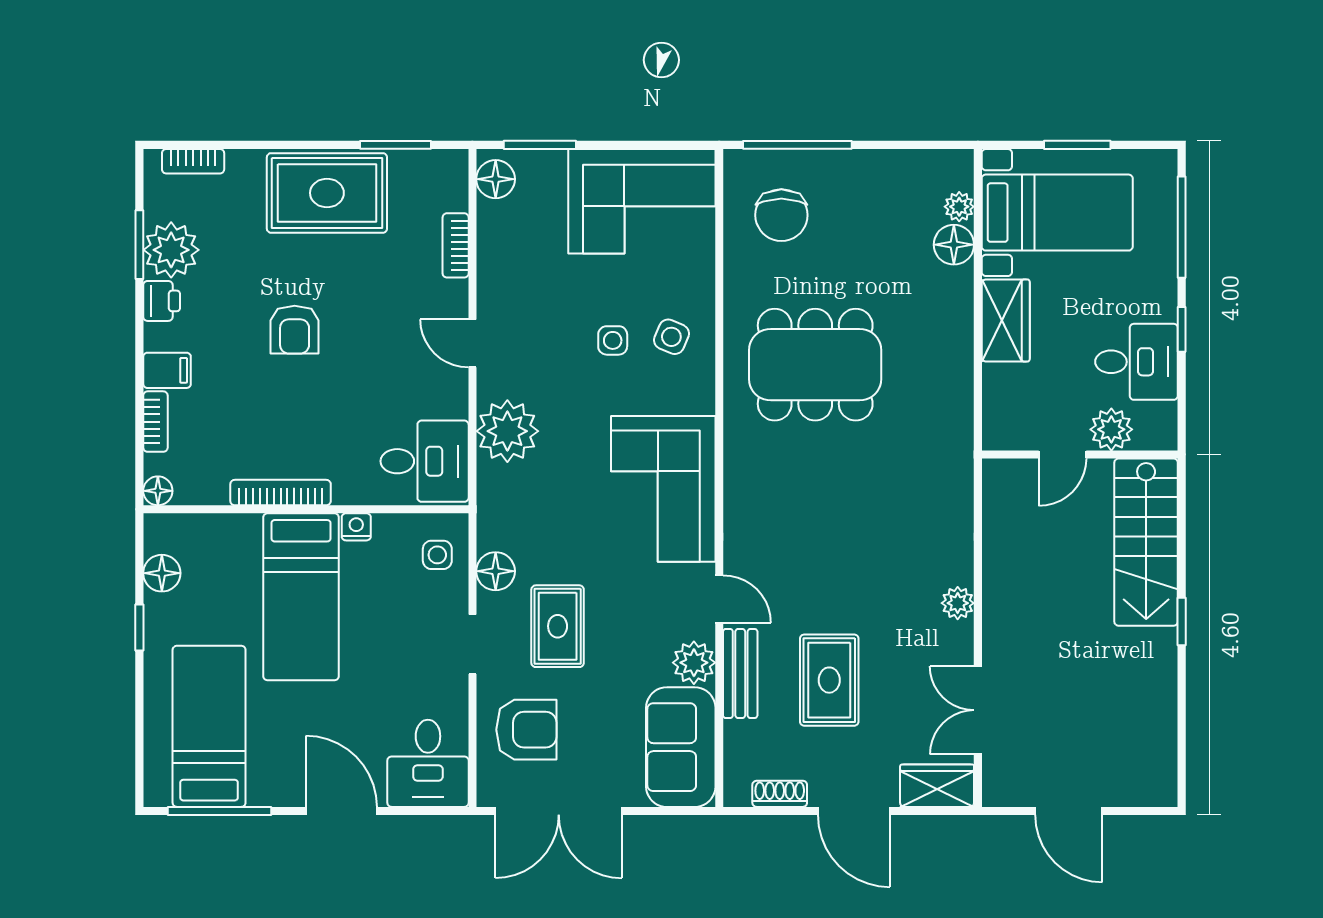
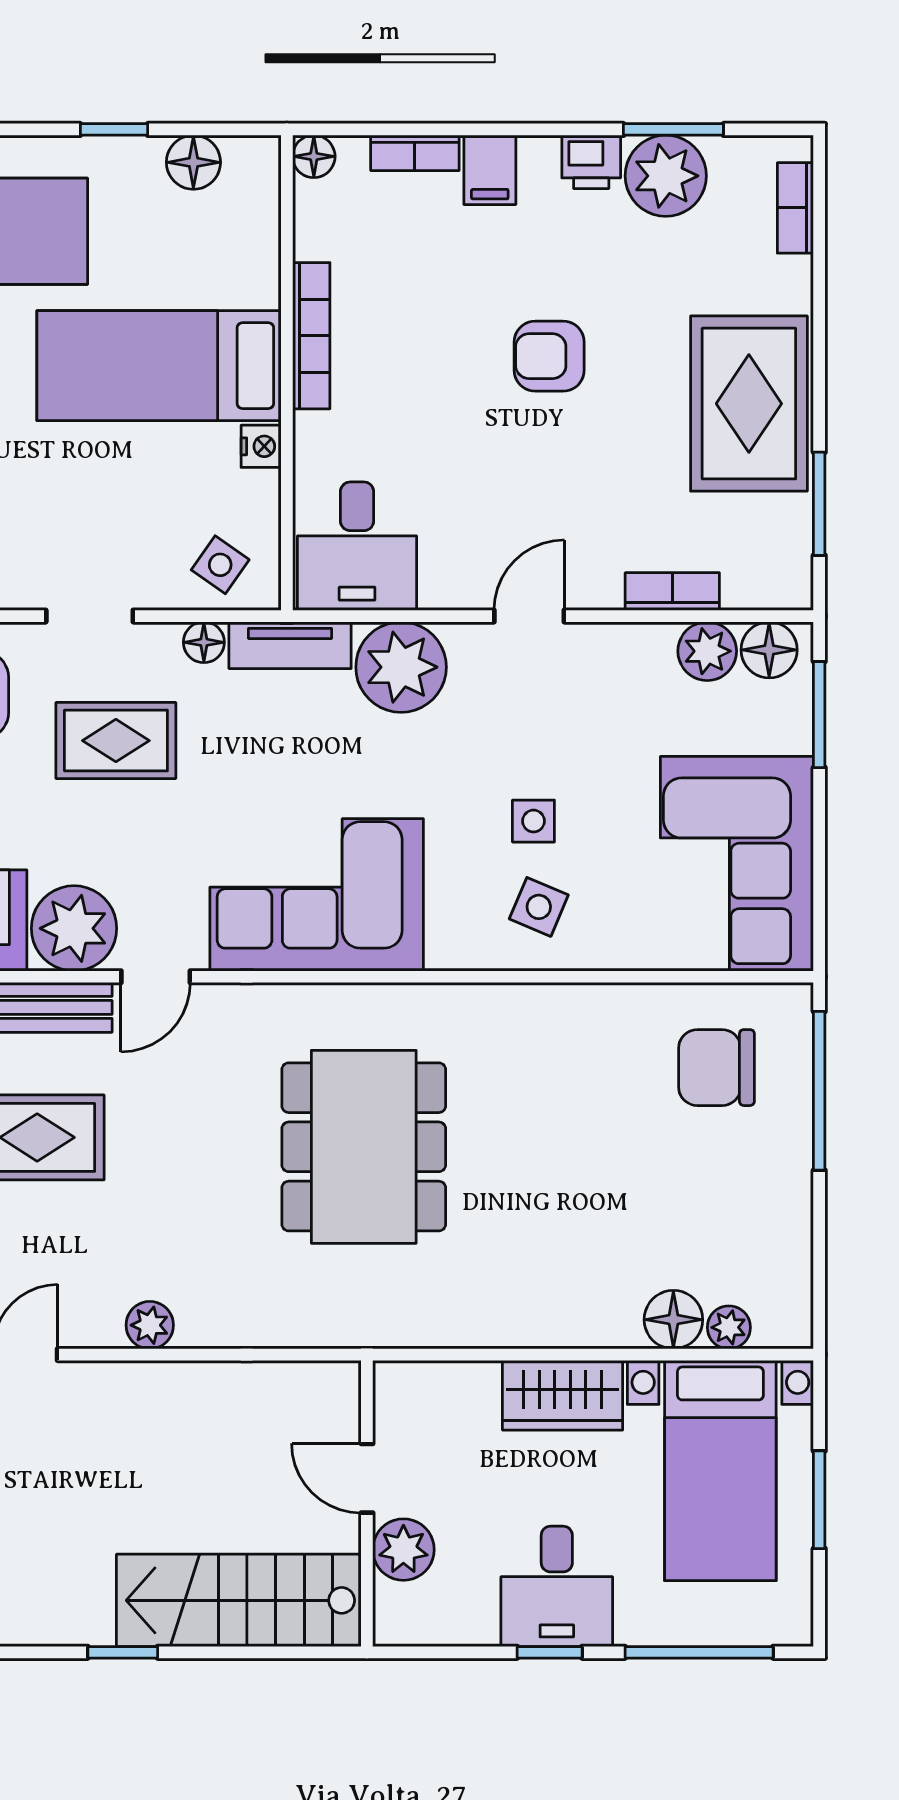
plant: (496, 222) -> (707, 651), added
desk: (1136, 362) -> (557, 1586), moved
dining table: (815, 365) -> (364, 1147), moved
tv unit: (492, 507) -> (290, 645), added
side table: (437, 555) -> (220, 565), turned 35
floor lamp: (496, 571) -> (204, 642), width x0.73, depth x0.73
plant: (694, 663) -> (74, 928), width x1.36, depth x1.36

